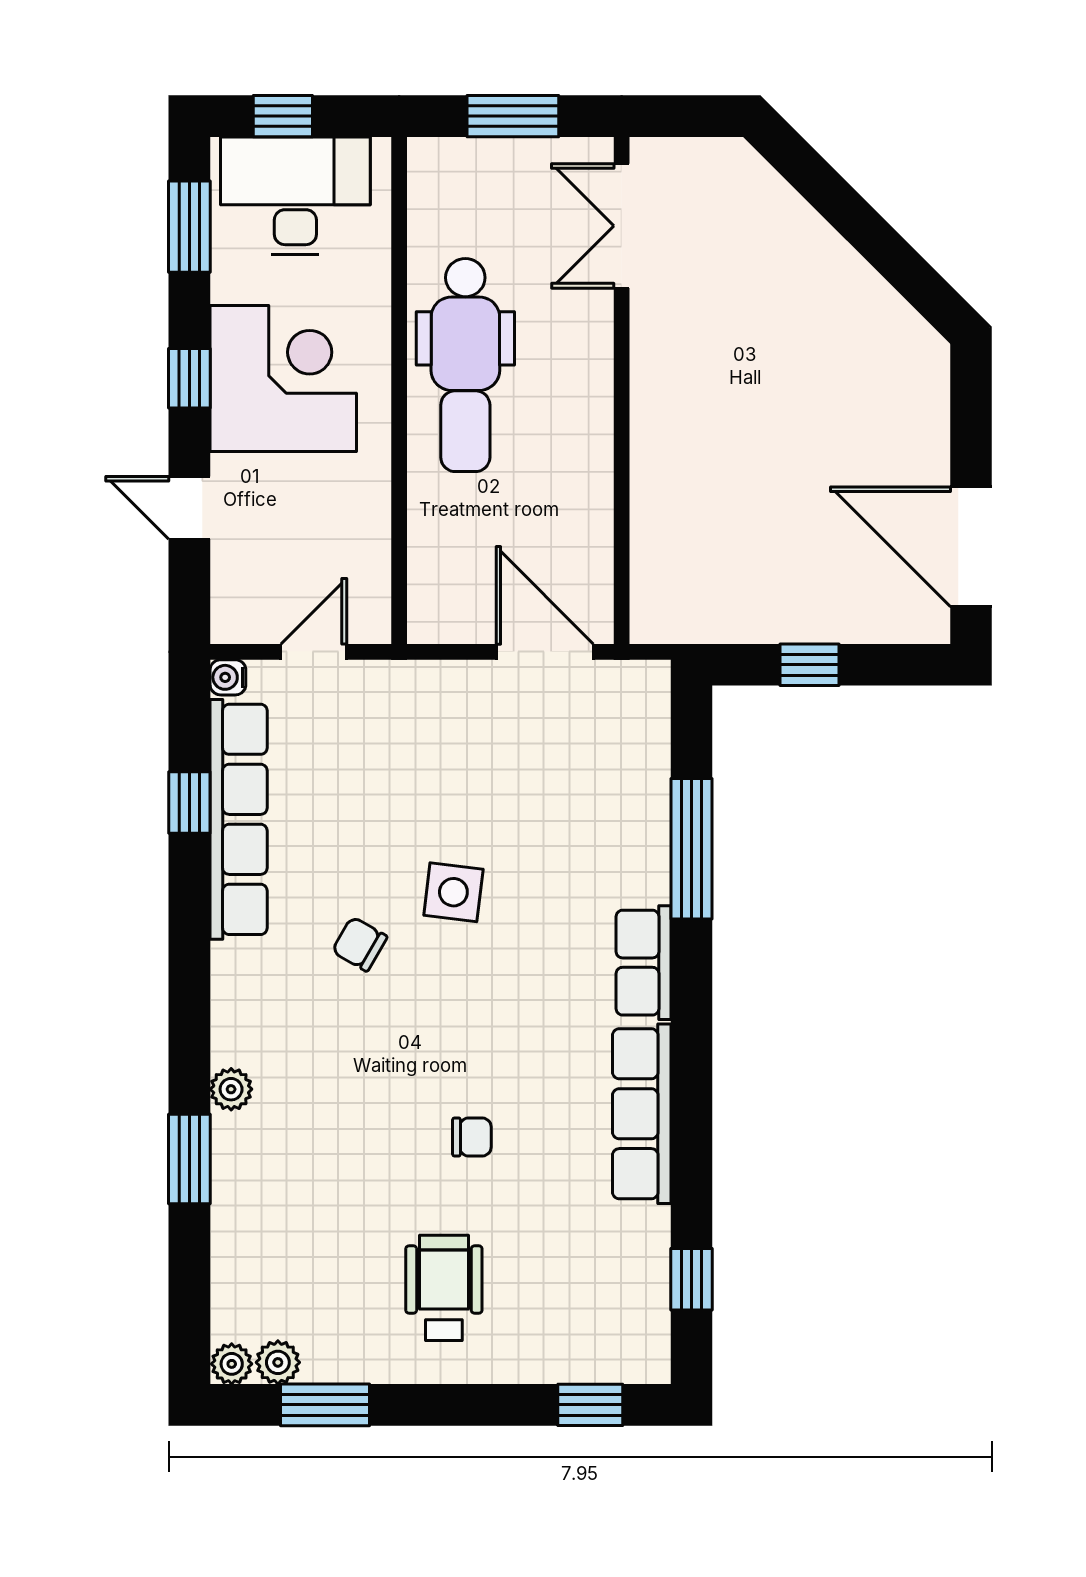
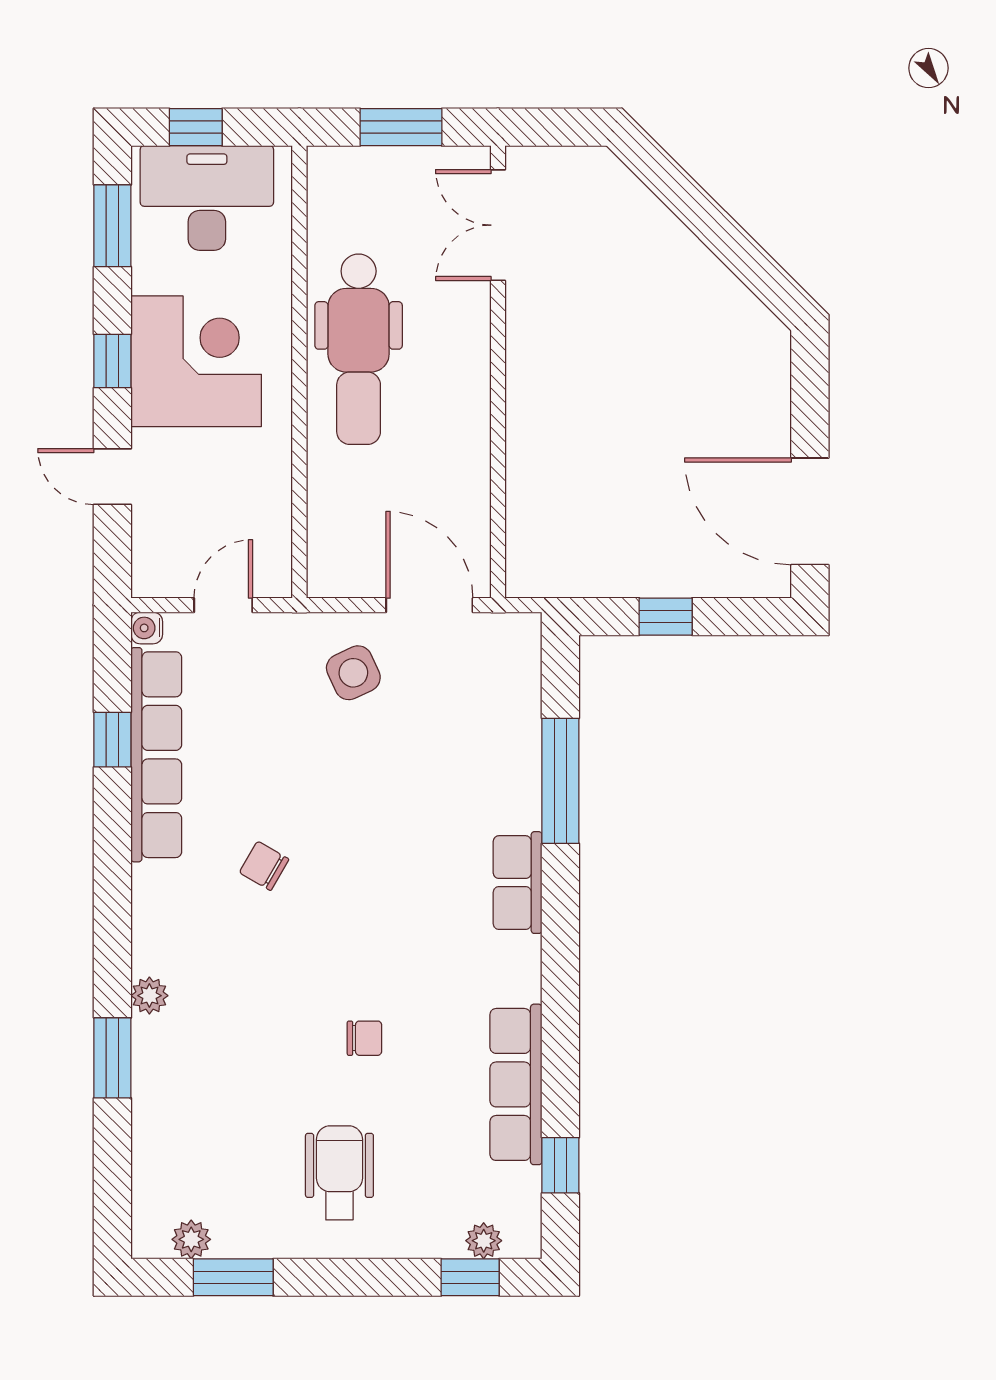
side table: (453, 892) -> (353, 673), moved, turned -32
row of seats: (642, 1114) -> (516, 1084), moved
plant: (232, 1364) -> (484, 1241), moved

